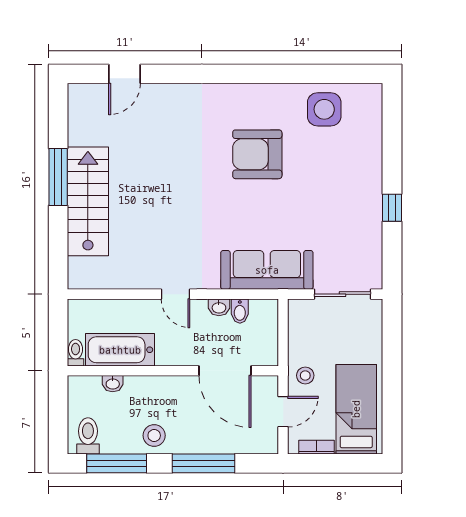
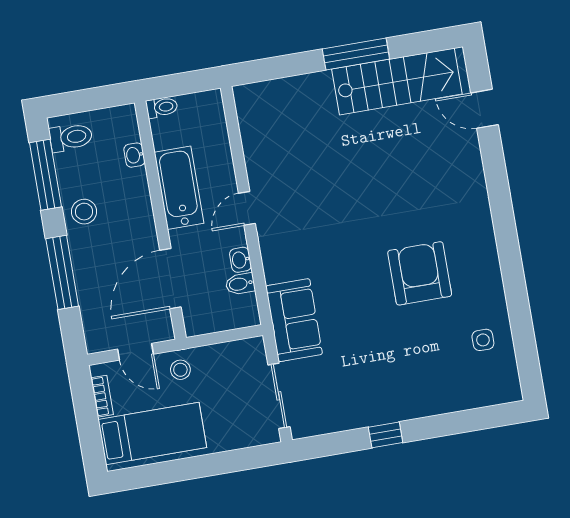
side table: (324, 109) -> (483, 340), width x0.54, depth x0.54
stairs: (88, 201) -> (397, 82), moved
sofa: (267, 270) -> (294, 320), width x0.73
bathtub: (120, 350) -> (179, 188), moved

